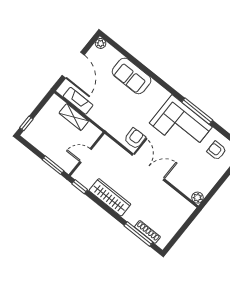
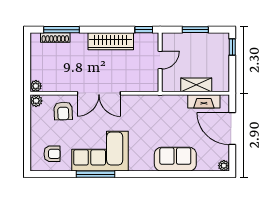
armchair: (135, 138) -> (63, 111), moved
window: (53, 165) -> (195, 30), moved
plant: (189, 208) -> (36, 86), added

